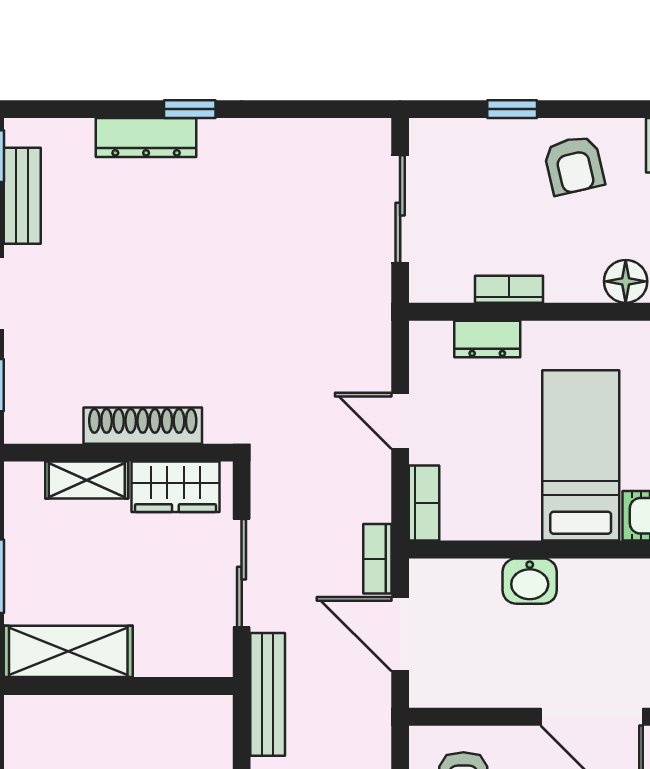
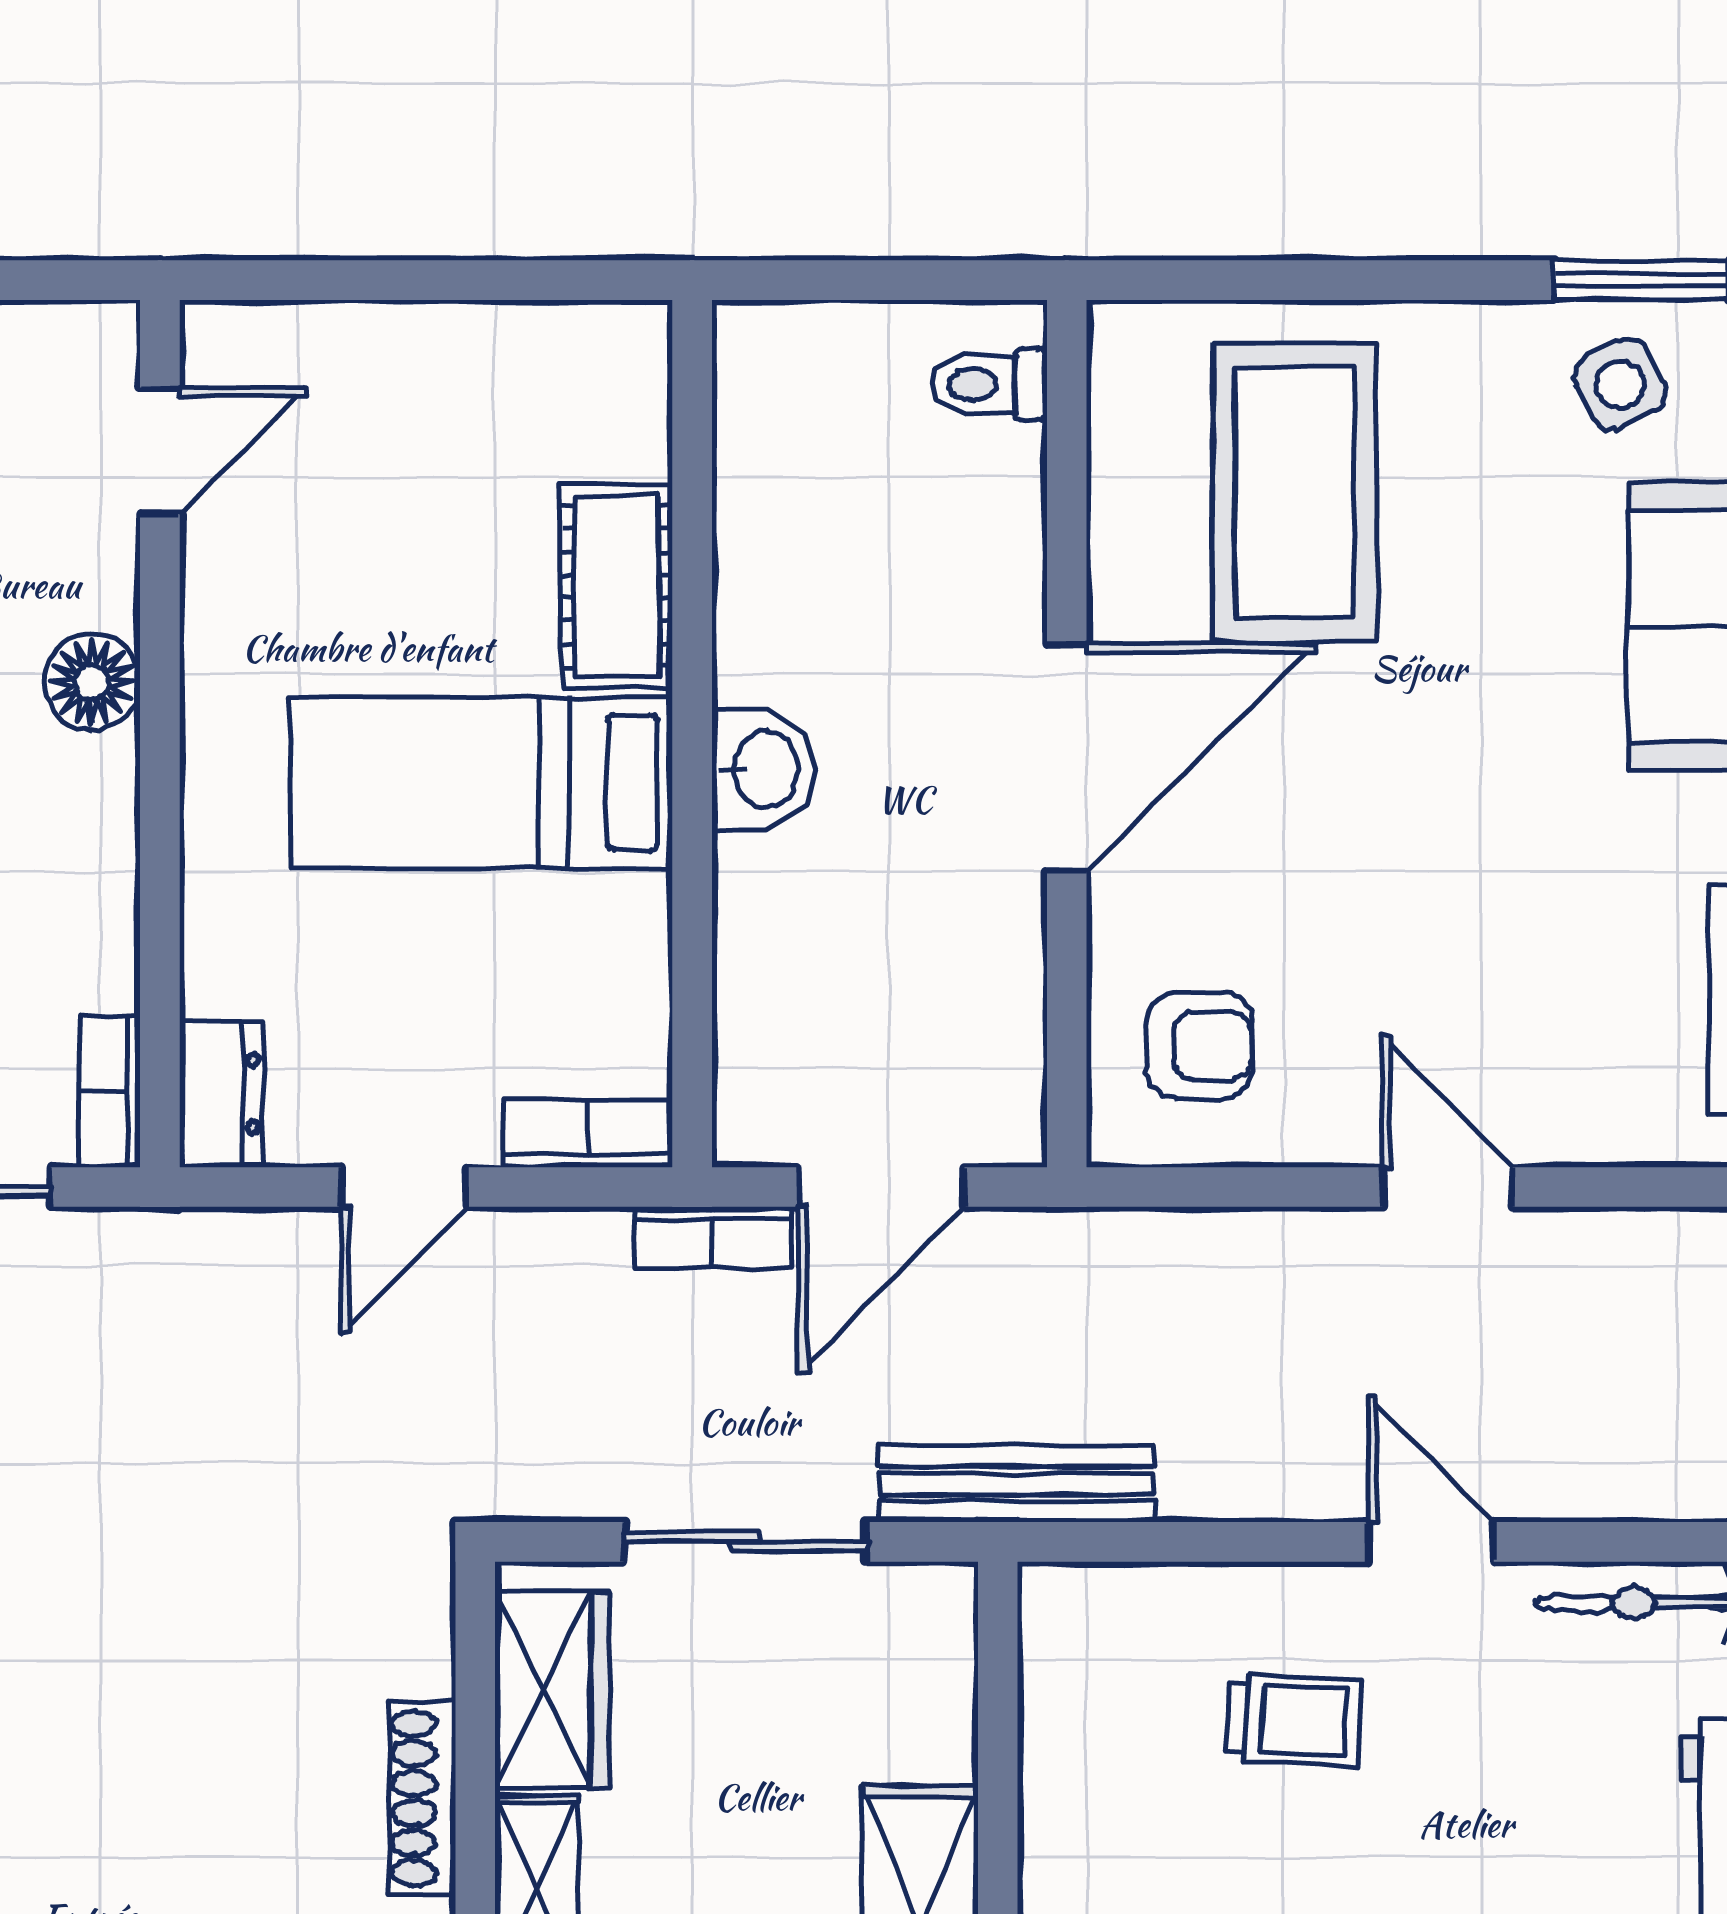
bookcase: (509, 289) -> (110, 1091), moved
dresser: (487, 339) -> (221, 1094), moved
shoe rack: (143, 426) -> (422, 1798), width x0.74, depth x0.81
washbasin: (530, 581) -> (763, 769), moved

